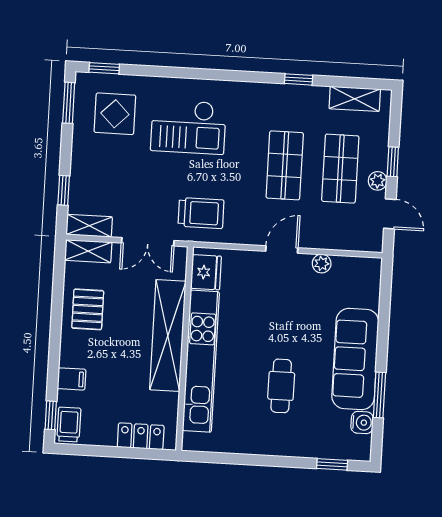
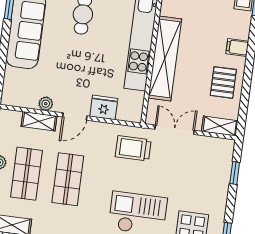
shelving: (89, 226) -> (39, 121), moved
fridge: (206, 272) -> (104, 107), moved, turned 90
filing cabinet: (71, 379) -> (237, 47), moved

